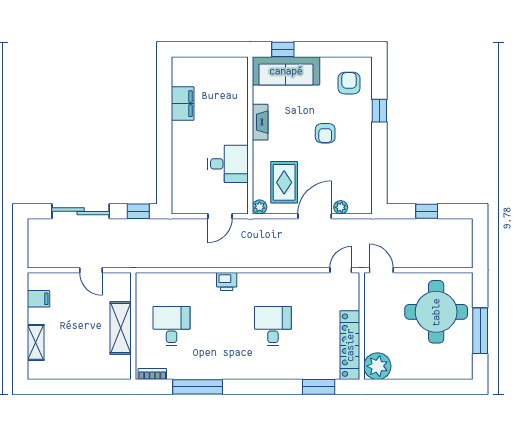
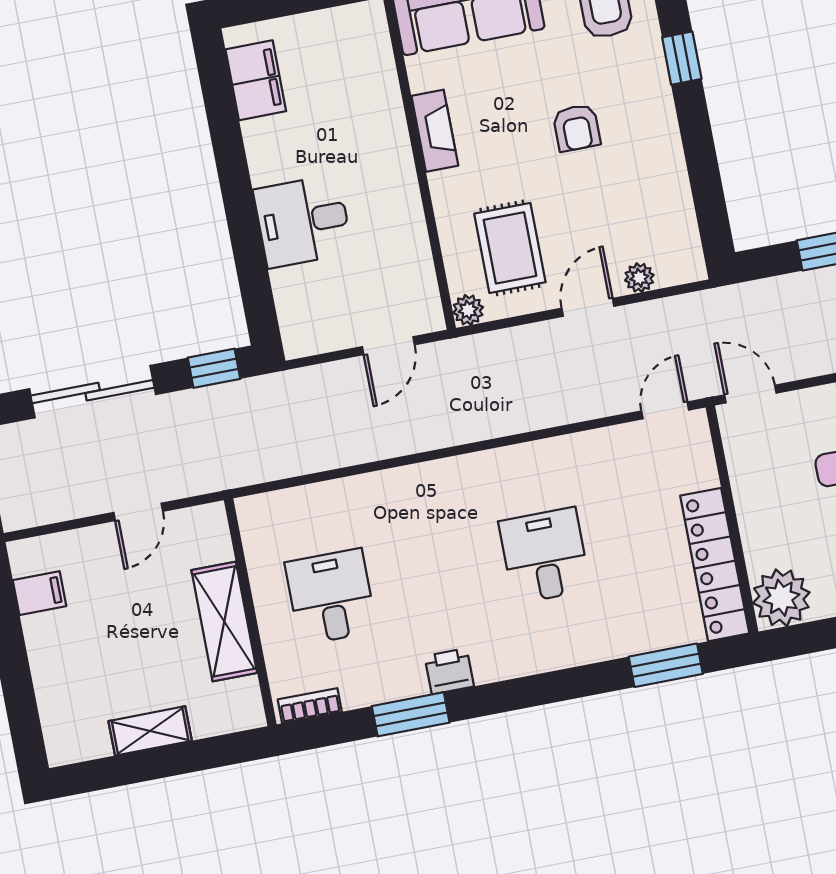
filing cabinet: (183, 104) -> (256, 80), moved
desk: (228, 164) -> (303, 221), moved, turned 180
door: (315, 216) -> (588, 307), width x0.73
door: (91, 270) -> (138, 512), hinge flipped
printer: (227, 282) -> (449, 671), moved, turned 180
shelving: (36, 342) -> (150, 731), moved, turned 90
window: (198, 387) -> (411, 714), width x0.69

